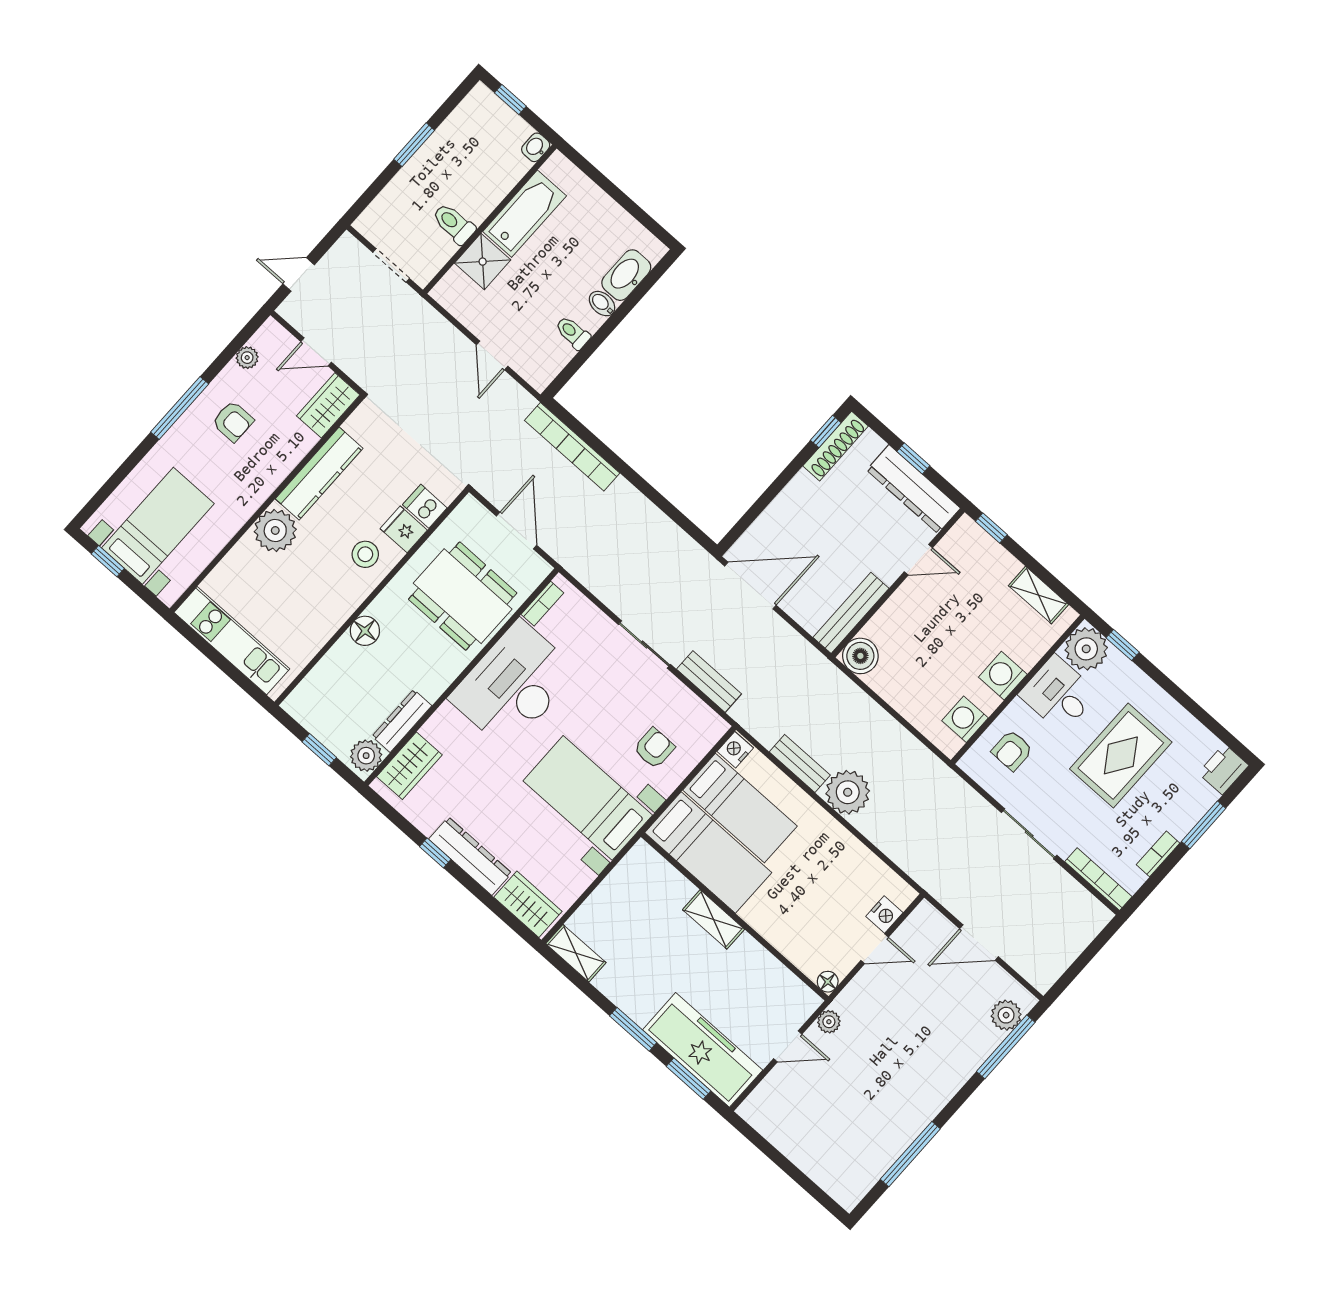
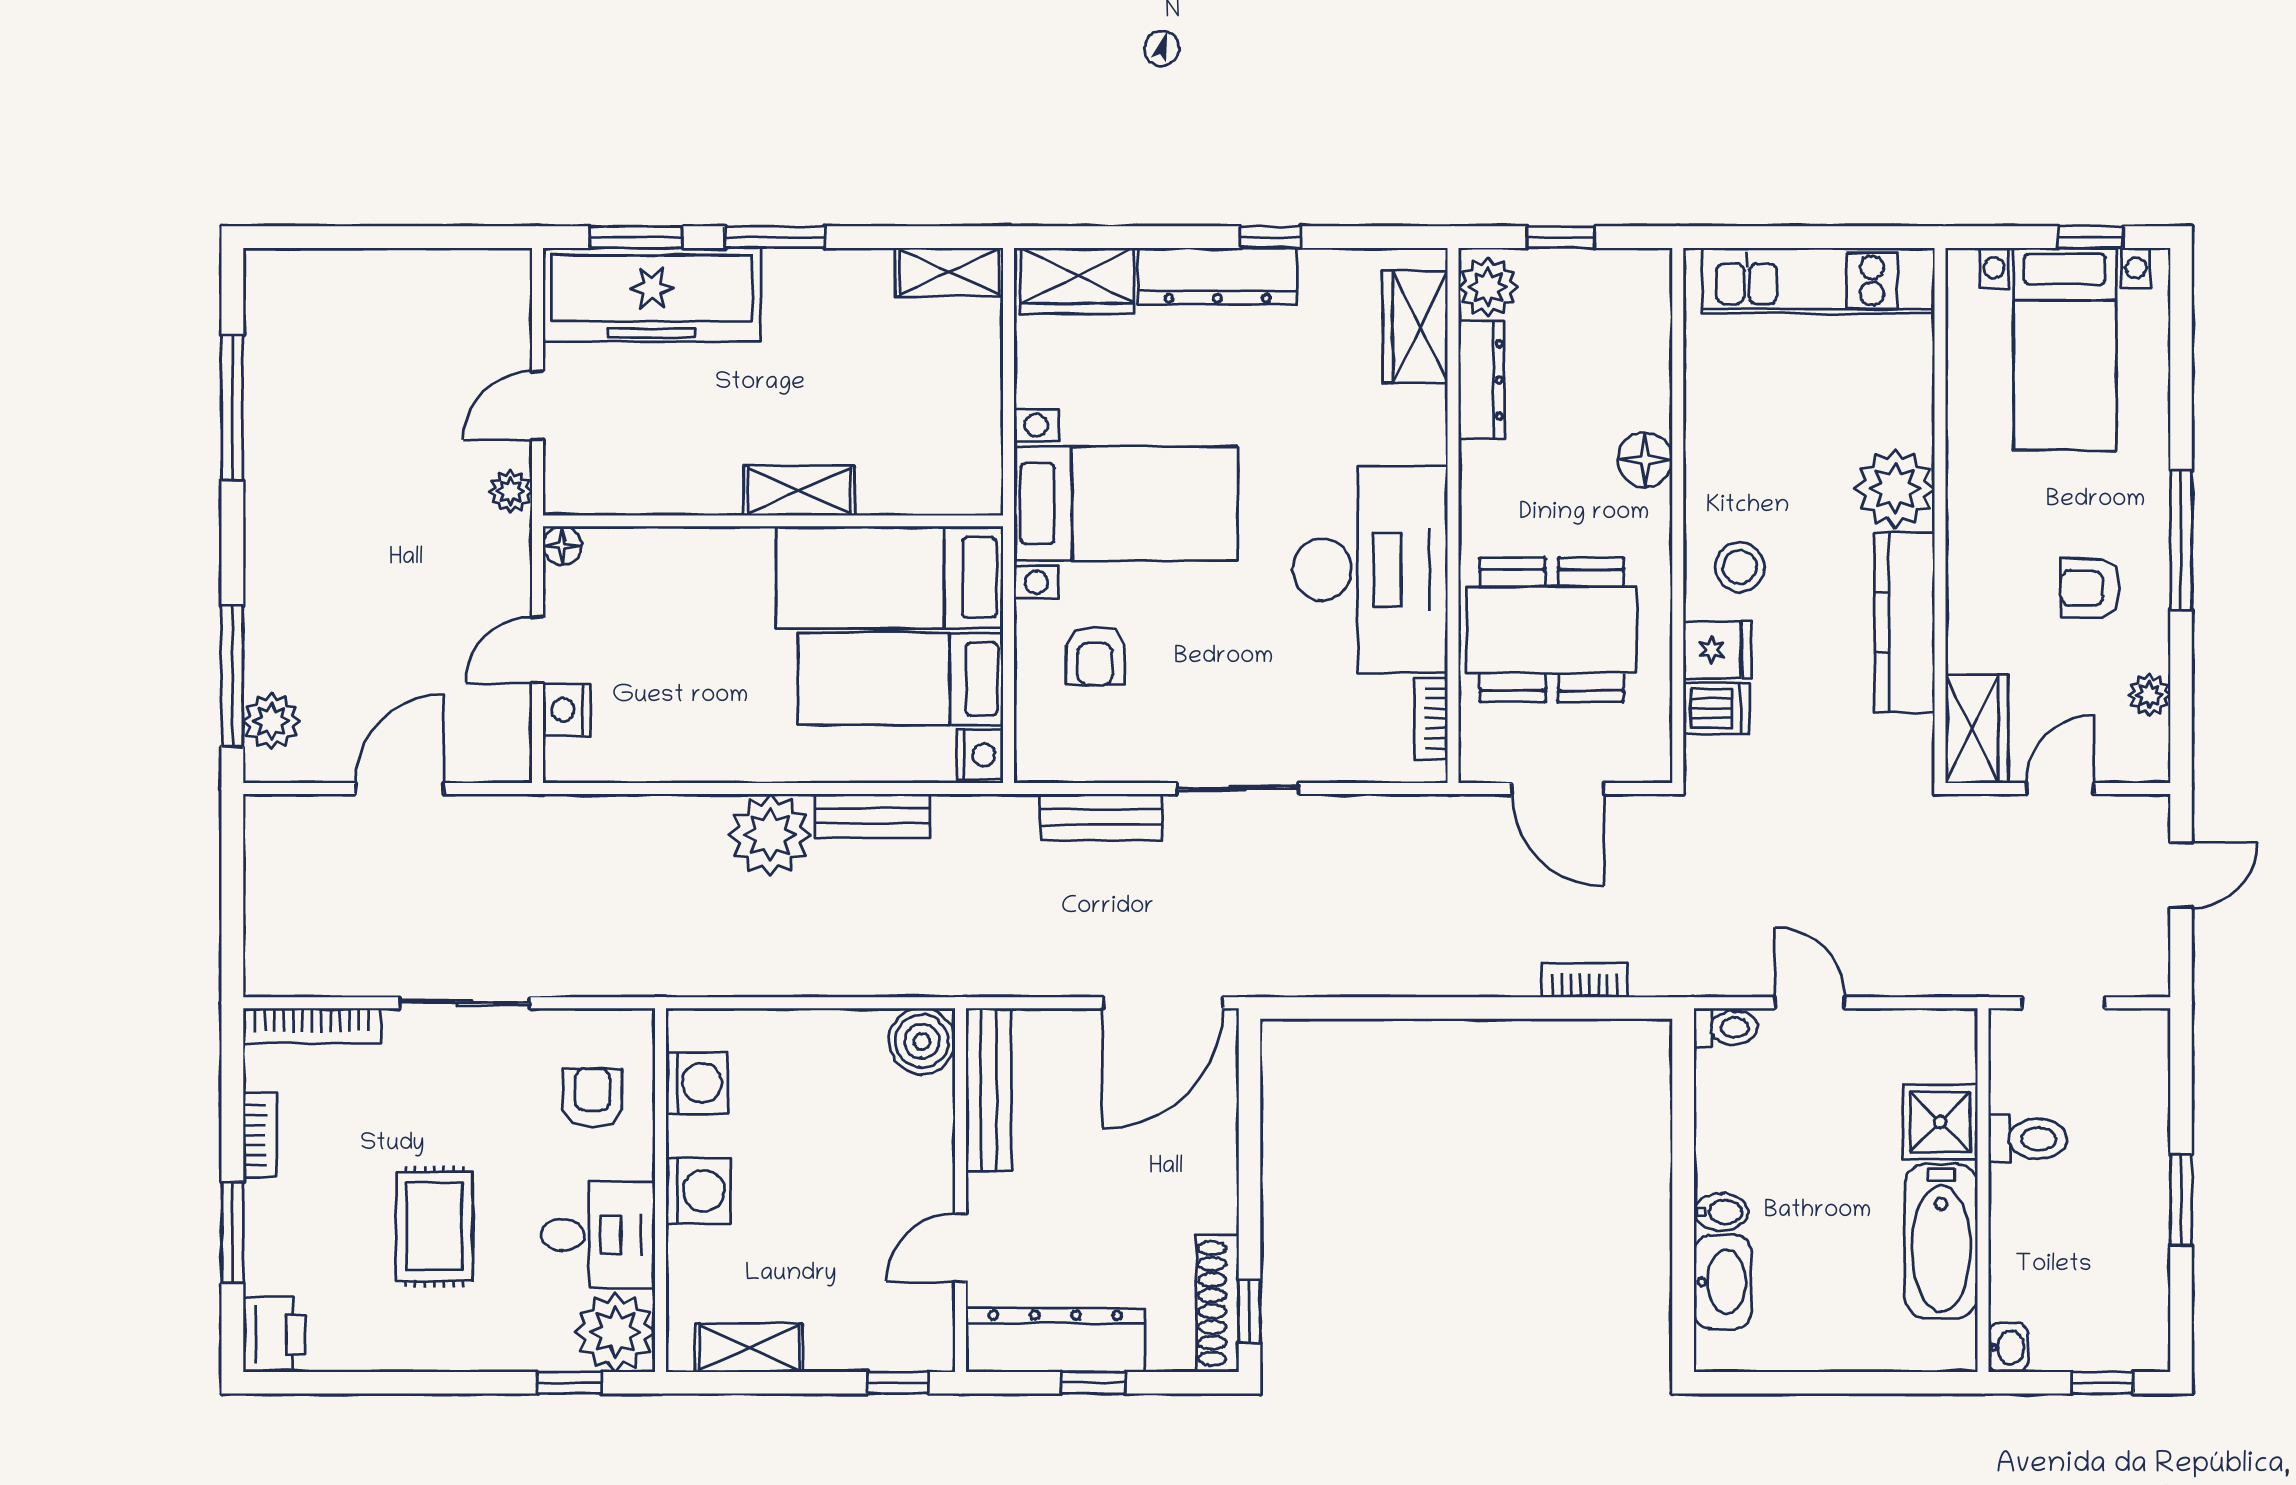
toilet: (573, 333) -> (1726, 1028), moved
bookcase: (572, 447) -> (1585, 980), width x0.43, depth x0.76
rug: (1121, 755) -> (434, 1226), width x0.73, depth x0.70

